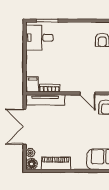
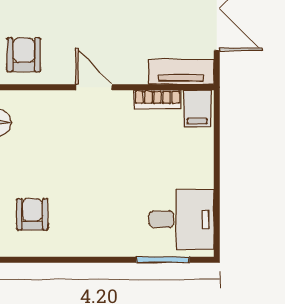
door: (87, 93) -> (94, 87), moved
tv unit: (45, 100) -> (181, 72), width x0.71

